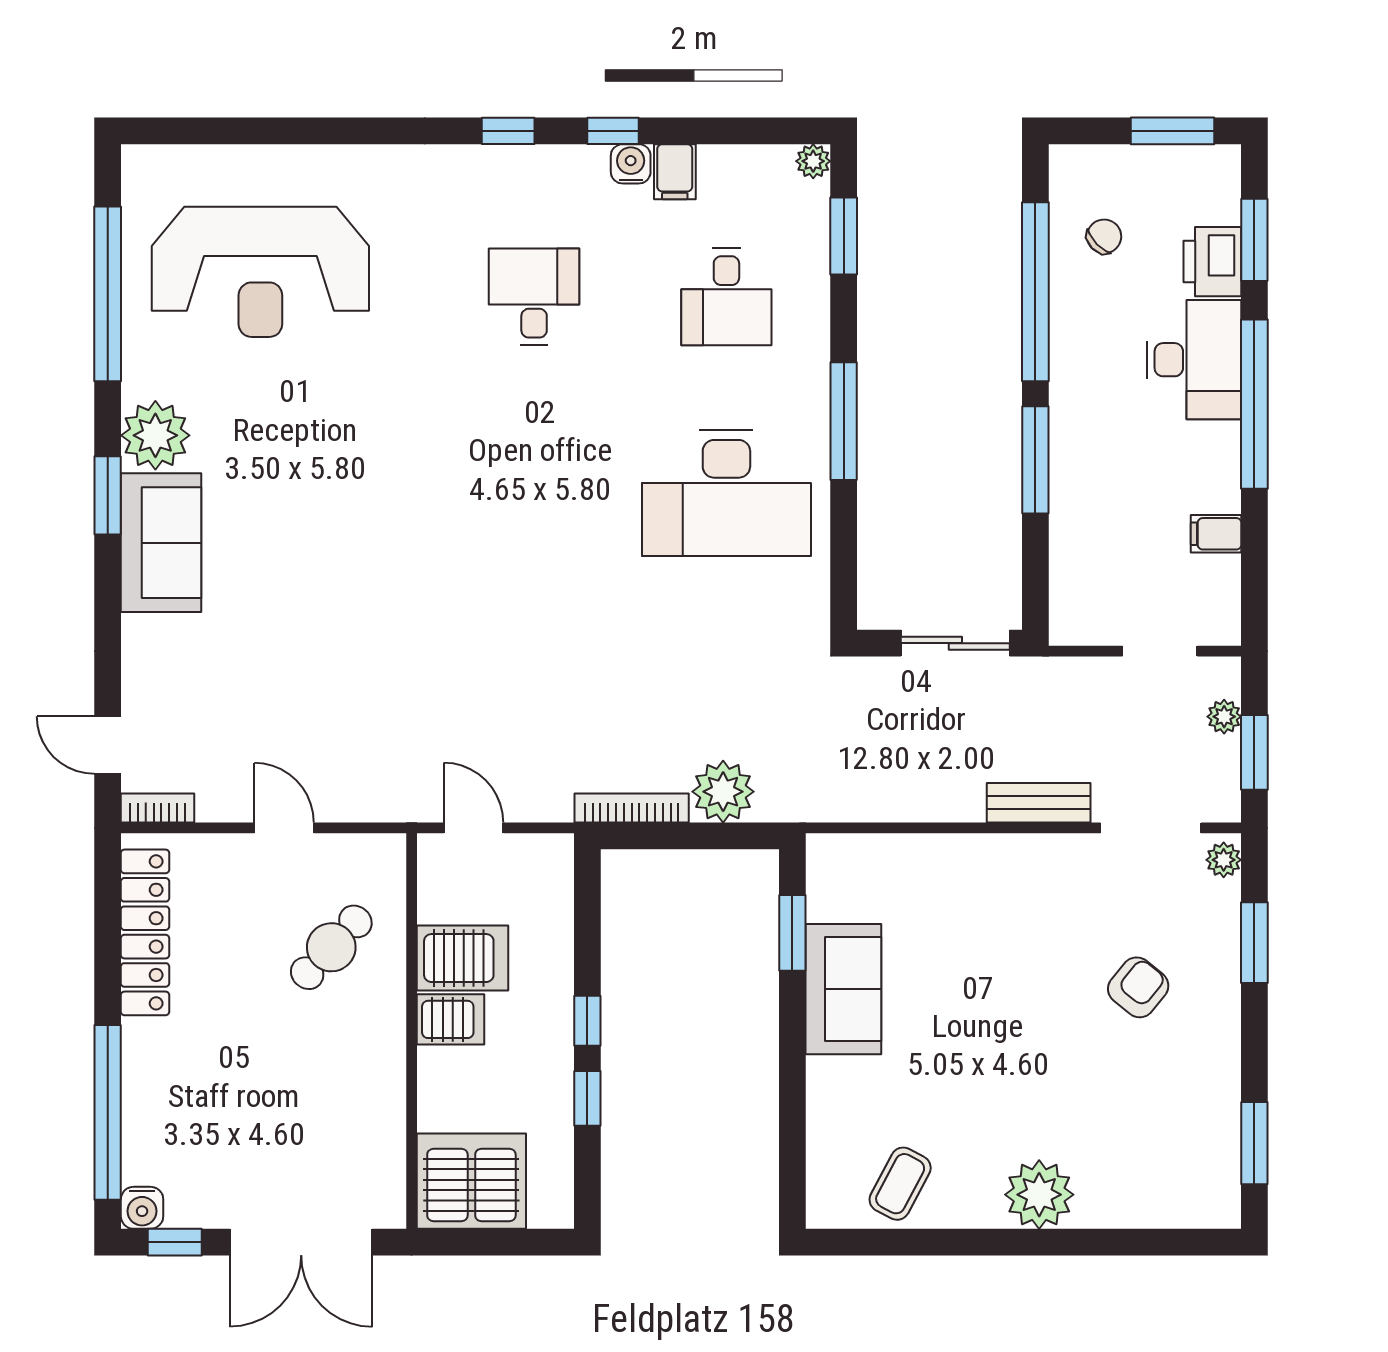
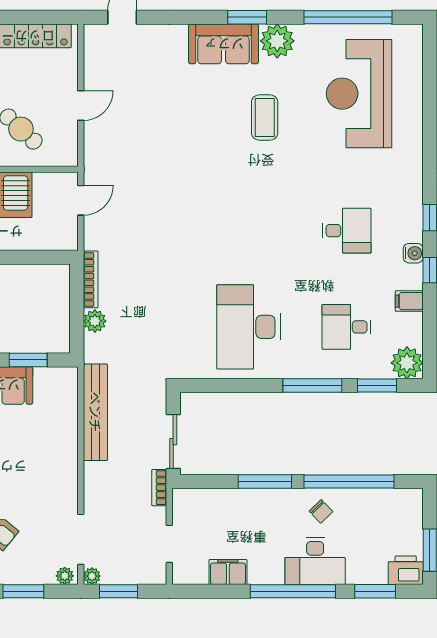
plant: (813, 161) -> (407, 363), width x1.88, depth x1.88
water cooler: (631, 164) -> (413, 253), moved
chair: (1104, 236) -> (321, 511), moved
printer: (1212, 262) -> (406, 570), moved
window: (844, 421) -> (312, 386), moved
coffee table: (308, 460) -> (265, 118), added
filing cabinet: (1216, 534) -> (228, 572), width x2.00
plant: (1224, 717) -> (92, 576), moved
plant: (723, 792) -> (95, 321), width x0.73, depth x0.73
bench: (1039, 803) -> (95, 412), moved, width x1.86, depth x1.21
bookcase: (157, 808) -> (159, 488), moved, turned 180

